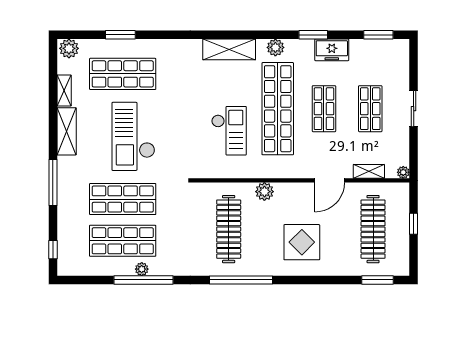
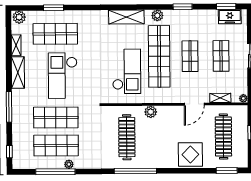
freezer: (332, 50) -> (230, 17), moved
checkout: (229, 131) -> (127, 71), width x1.36, depth x1.21
display table: (302, 242) -> (190, 154), moved
window: (143, 280) -> (55, 172), moved

